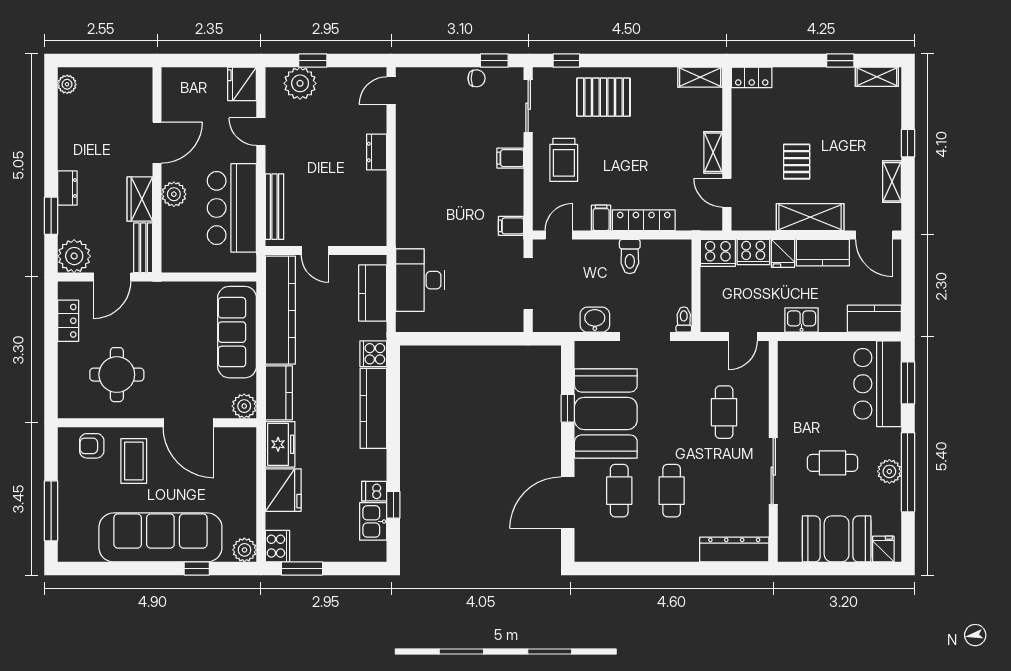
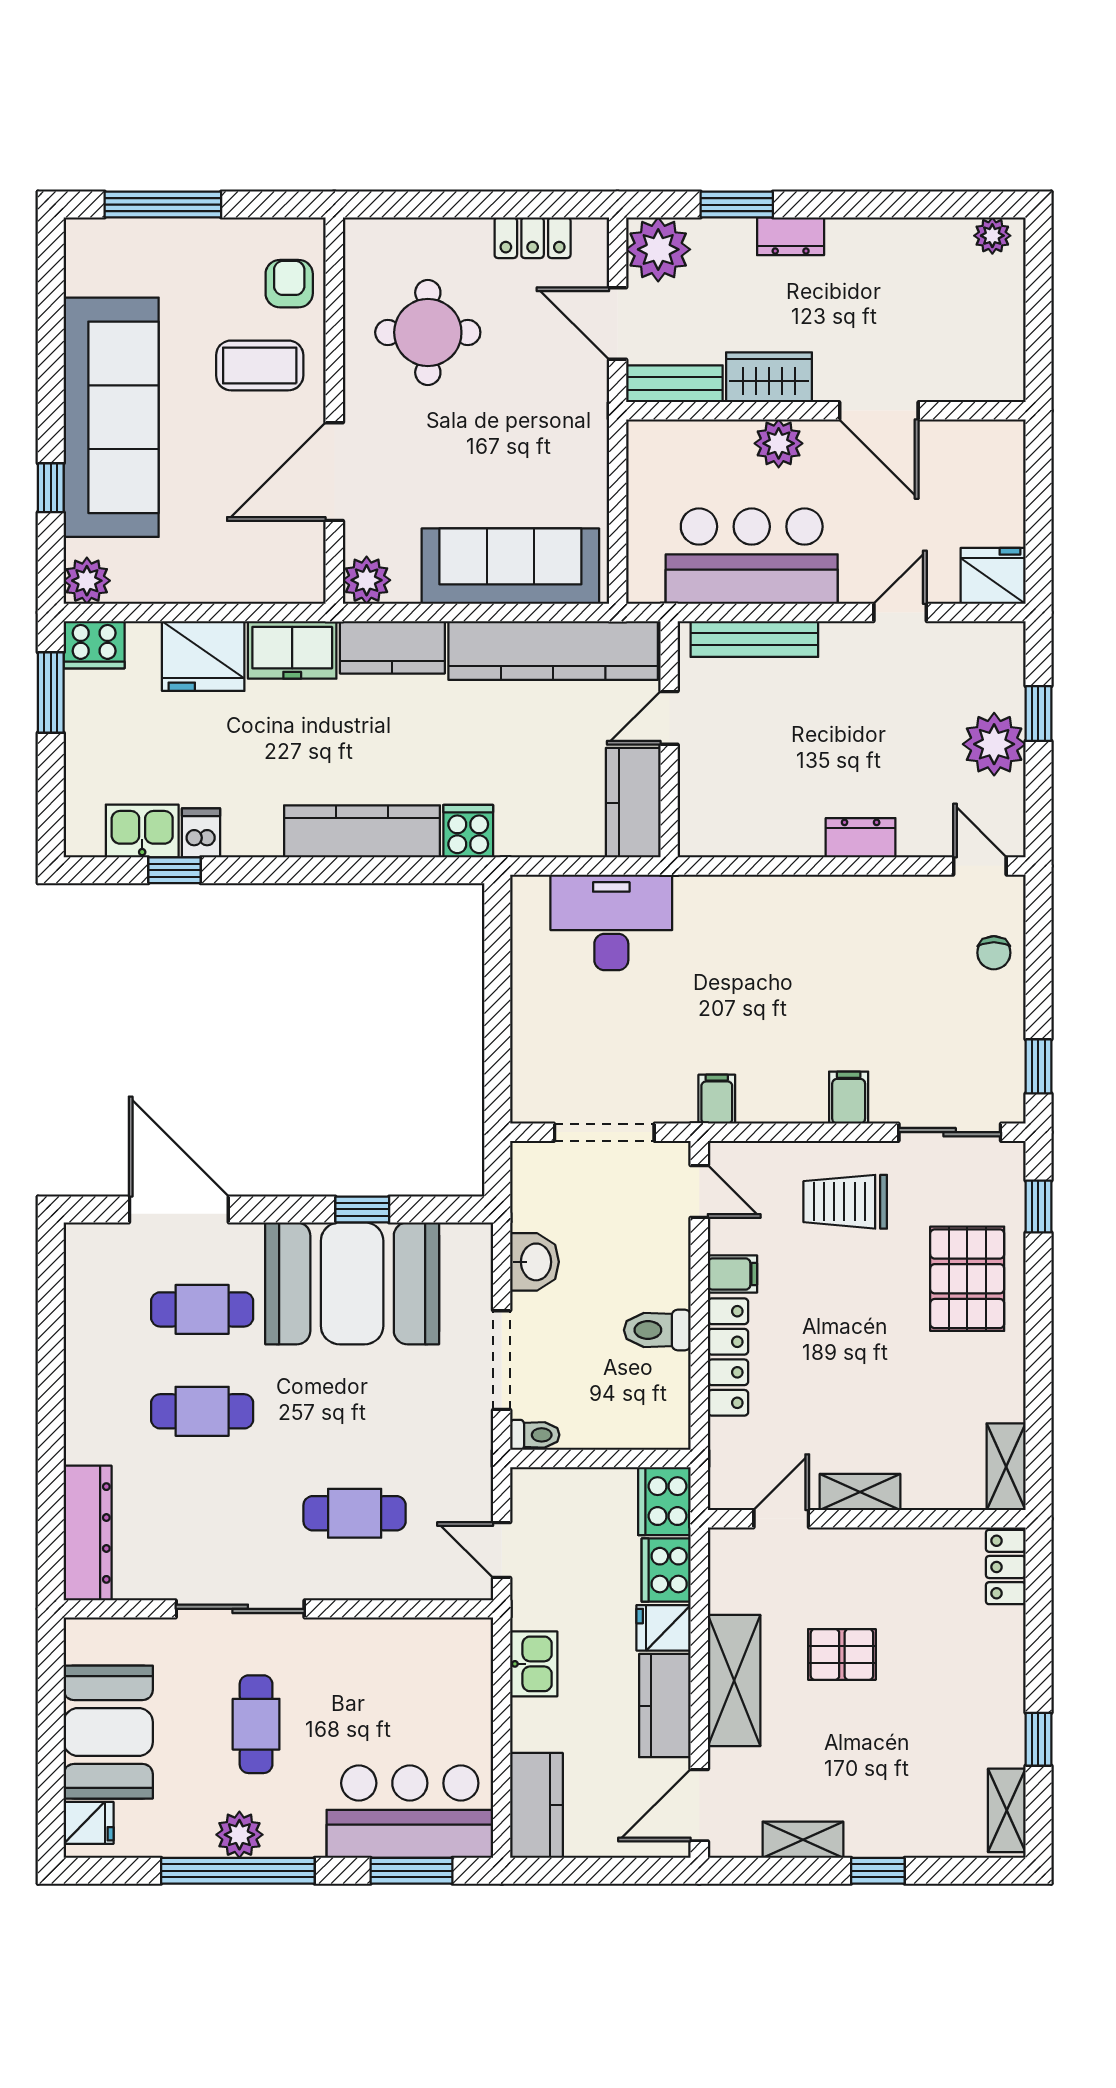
chair: (477, 78) -> (994, 953), moved
plant: (300, 83) -> (994, 744), moved
kitchen counter: (373, 293) -> (633, 803), moved, turned -90

